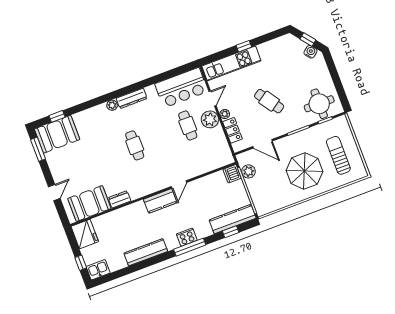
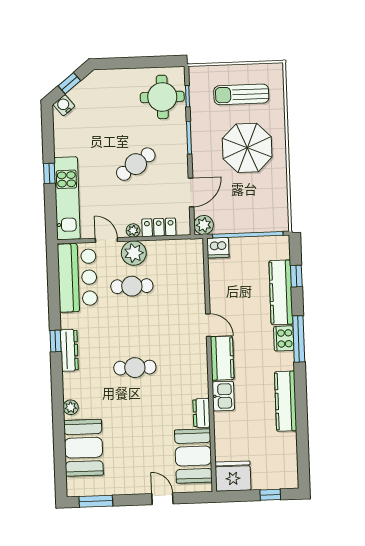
water cooler: (310, 52) -> (64, 105), moved
plant: (112, 105) -> (71, 407), moved
window: (57, 116) -> (55, 341), moved
booth: (57, 134) -> (83, 448), moved
plant: (248, 171) -> (204, 225), moved
kitchen counter: (233, 219) -> (281, 292), moved
kitchen sink: (98, 270) -> (223, 396), moved, turned 180

